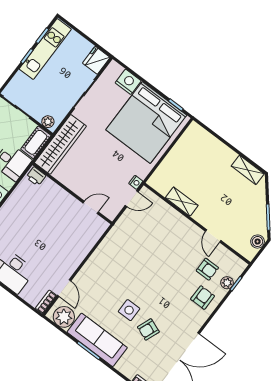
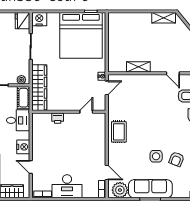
nightstand: (128, 82) -> (39, 19), moved
printer: (36, 176) -> (58, 118), moved
rug: (109, 255) -> (119, 132), added

